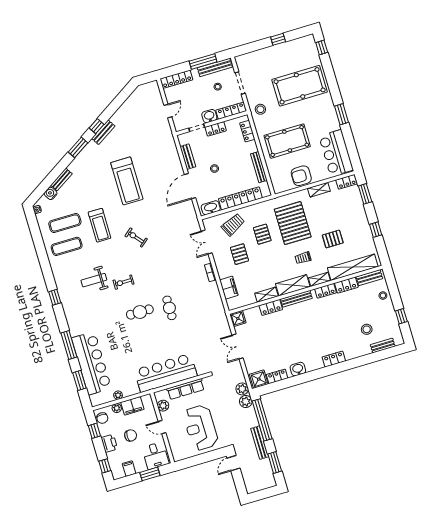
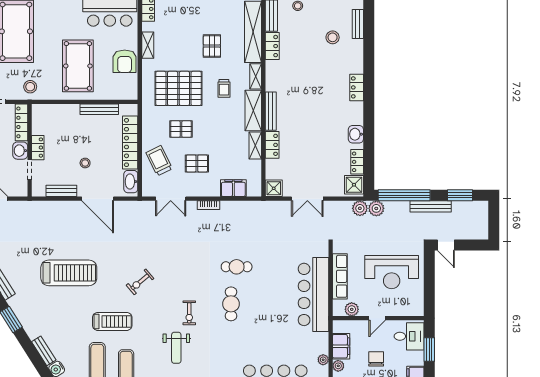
locker: (247, 131) -> (52, 110), removed
locker: (326, 291) -> (272, 73), removed

